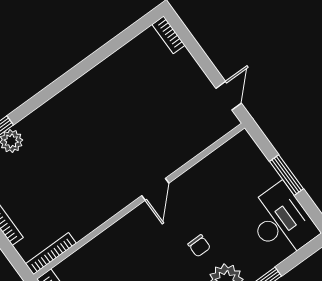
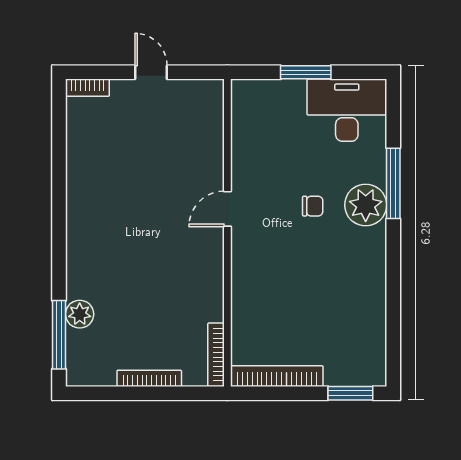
door: (229, 96) -> (151, 72), moved
door: (155, 189) -> (227, 209), swing flipped

